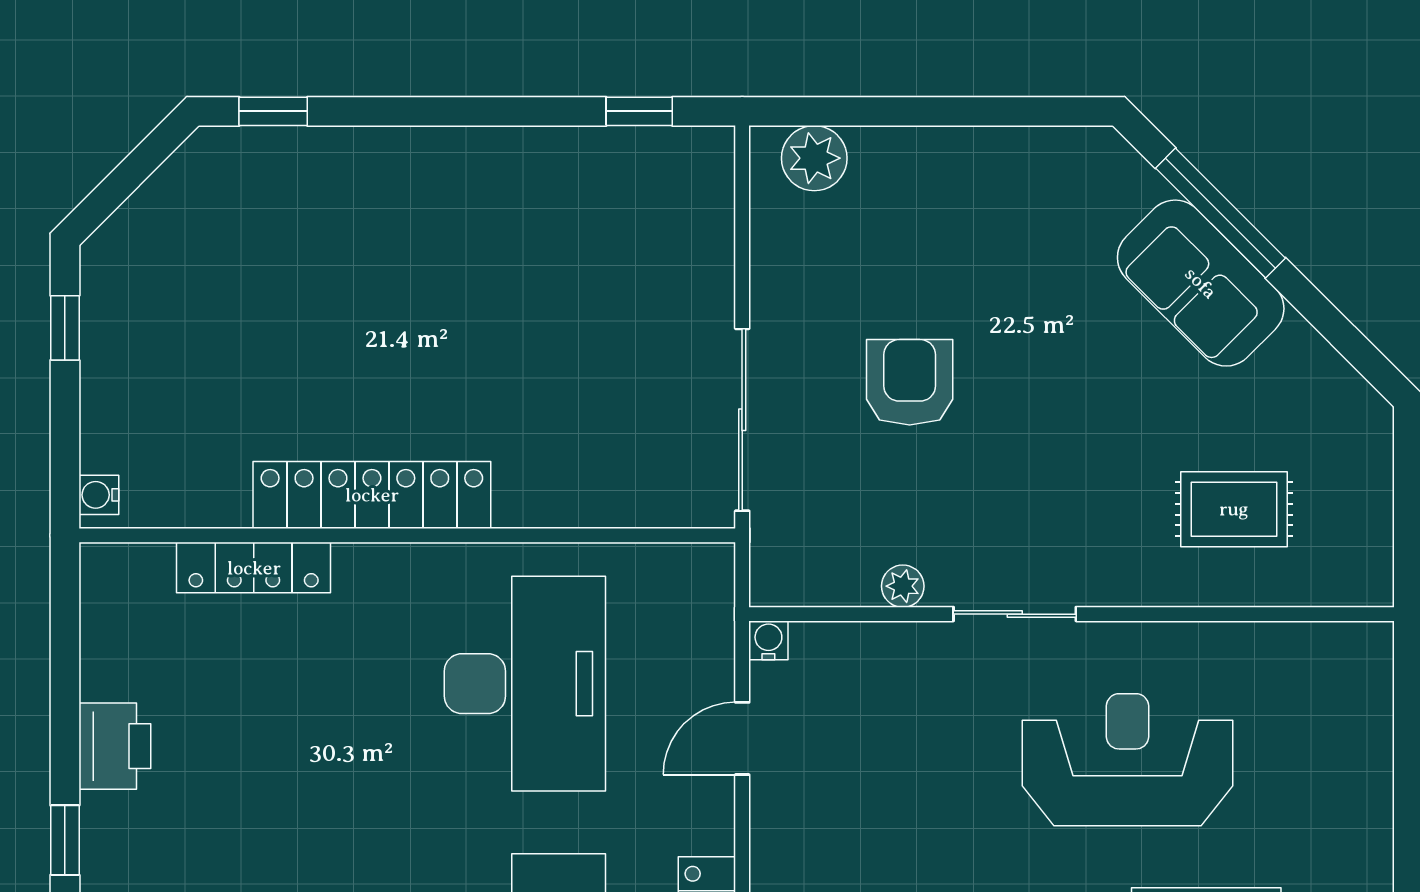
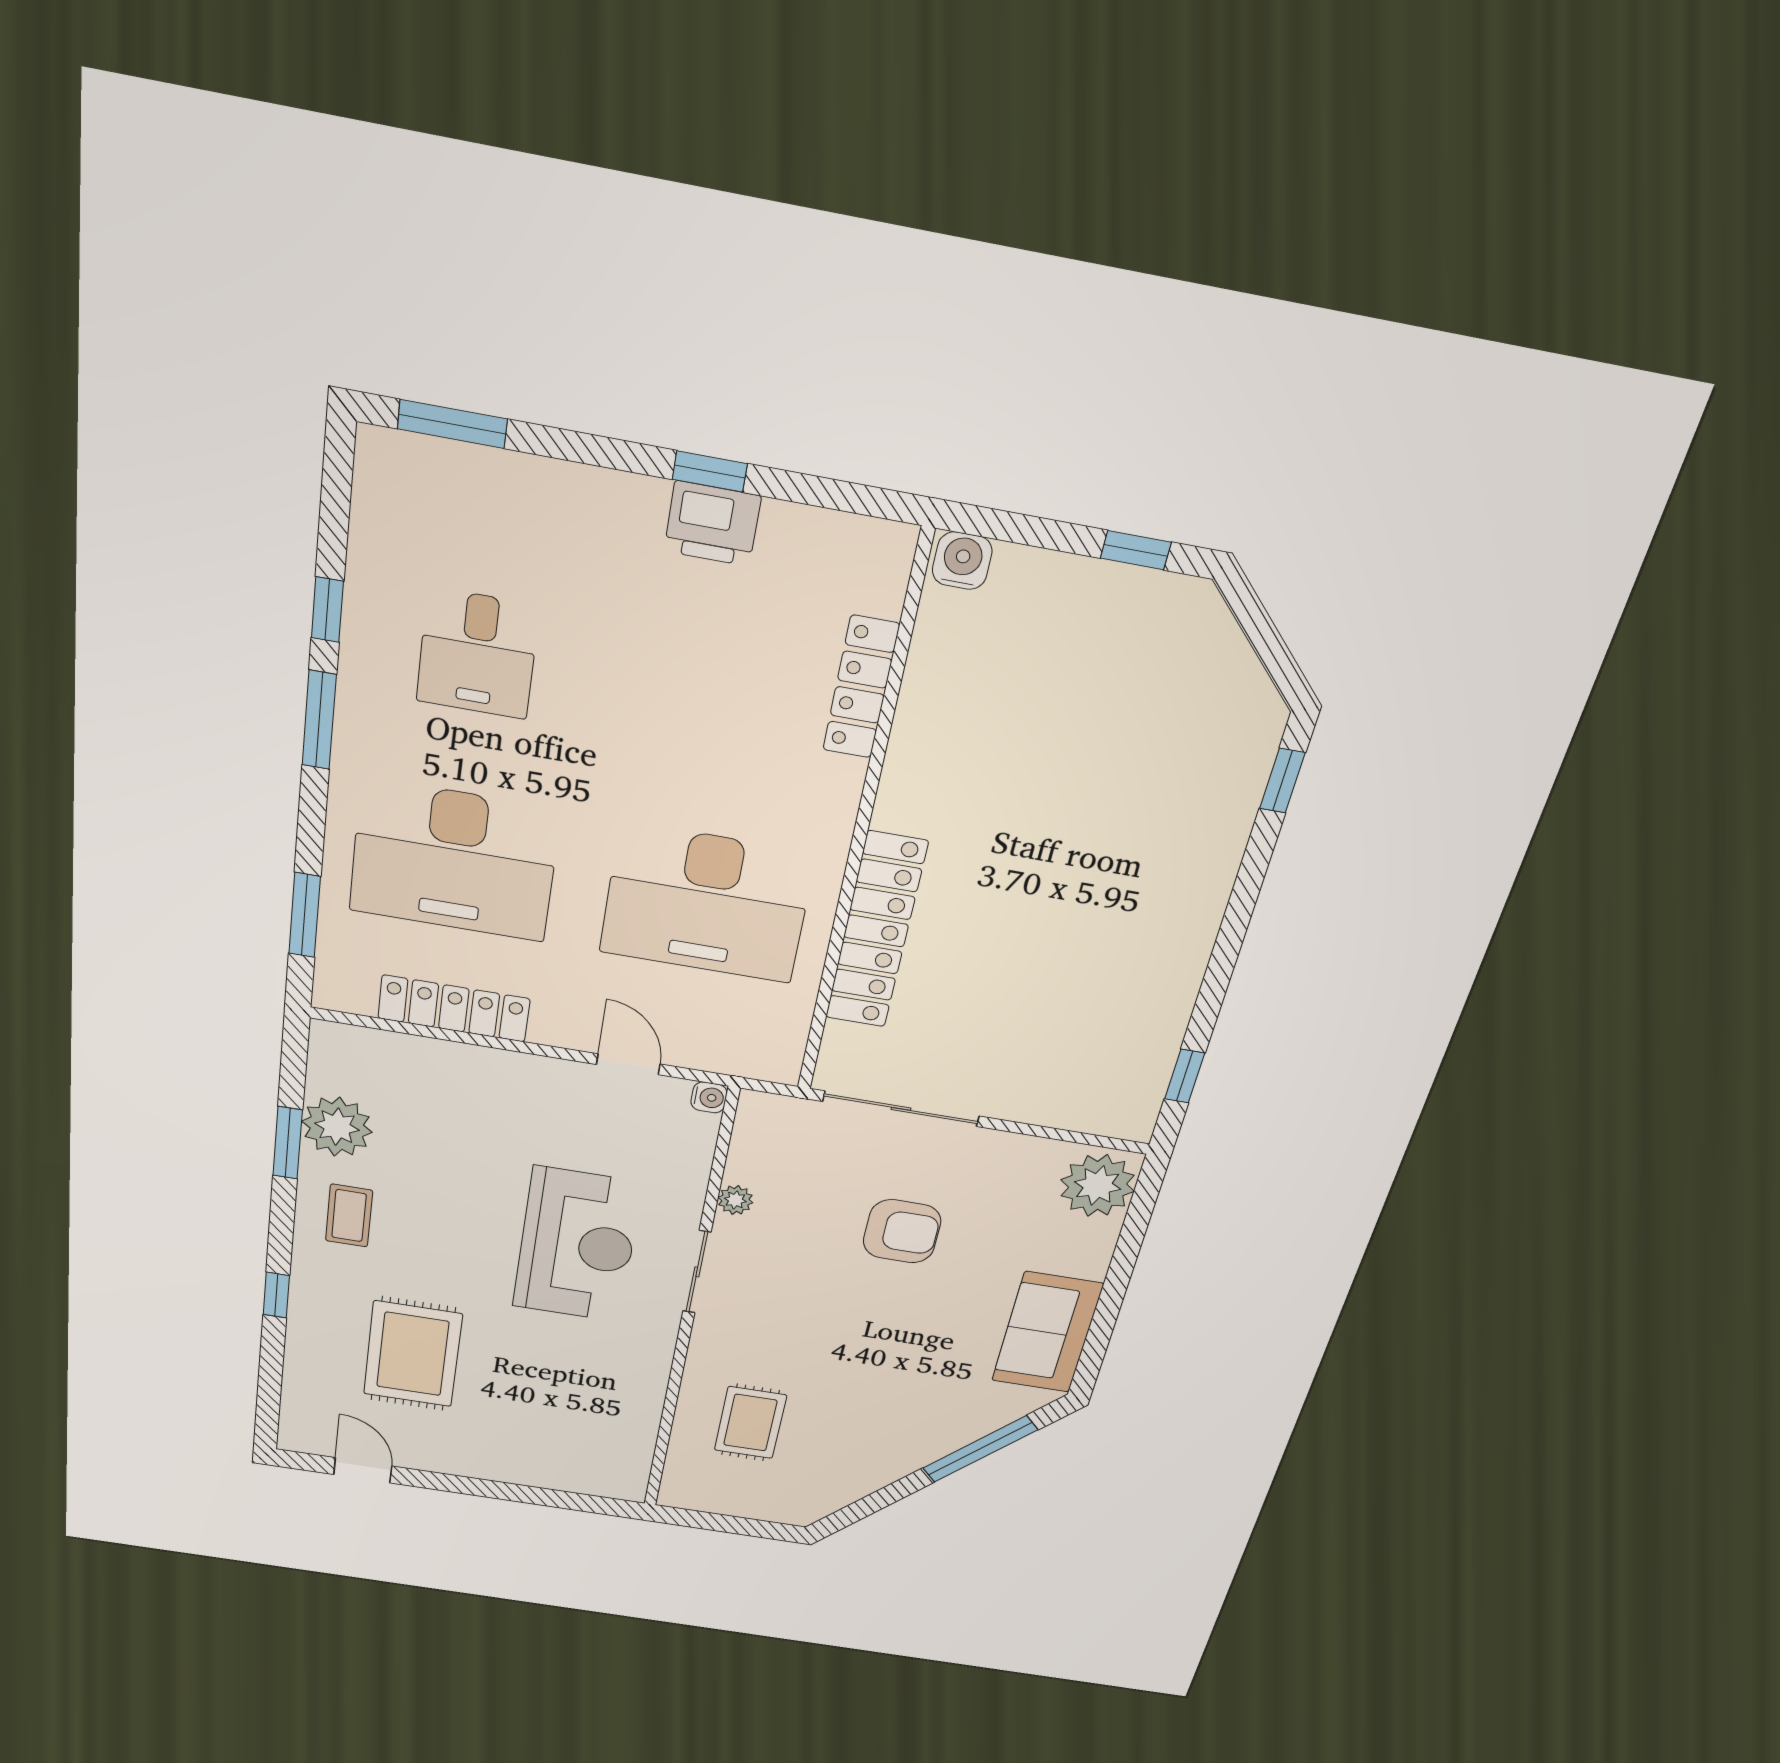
plant: (814, 158) -> (1098, 1186), width x1.36, depth x1.36
sofa: (1201, 283) -> (1047, 1332), moved, turned -45
water cooler: (99, 495) -> (962, 561), width x1.38, depth x1.38
locker: (372, 495) -> (876, 931), moved
reception desk: (1128, 760) -> (577, 1245), moved
window: (65, 840) -> (710, 471), moved

